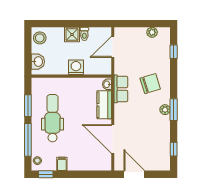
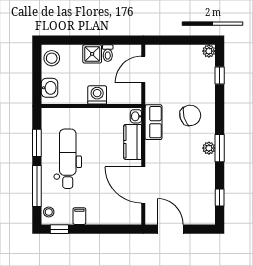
plant: (152, 32) -> (209, 51), moved

